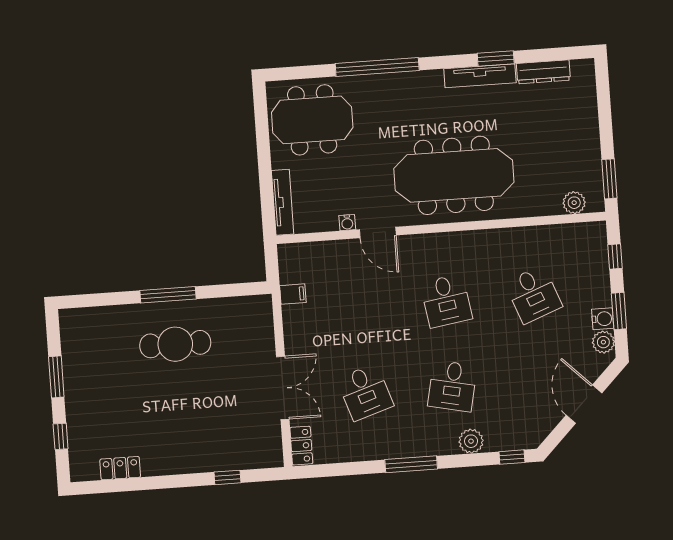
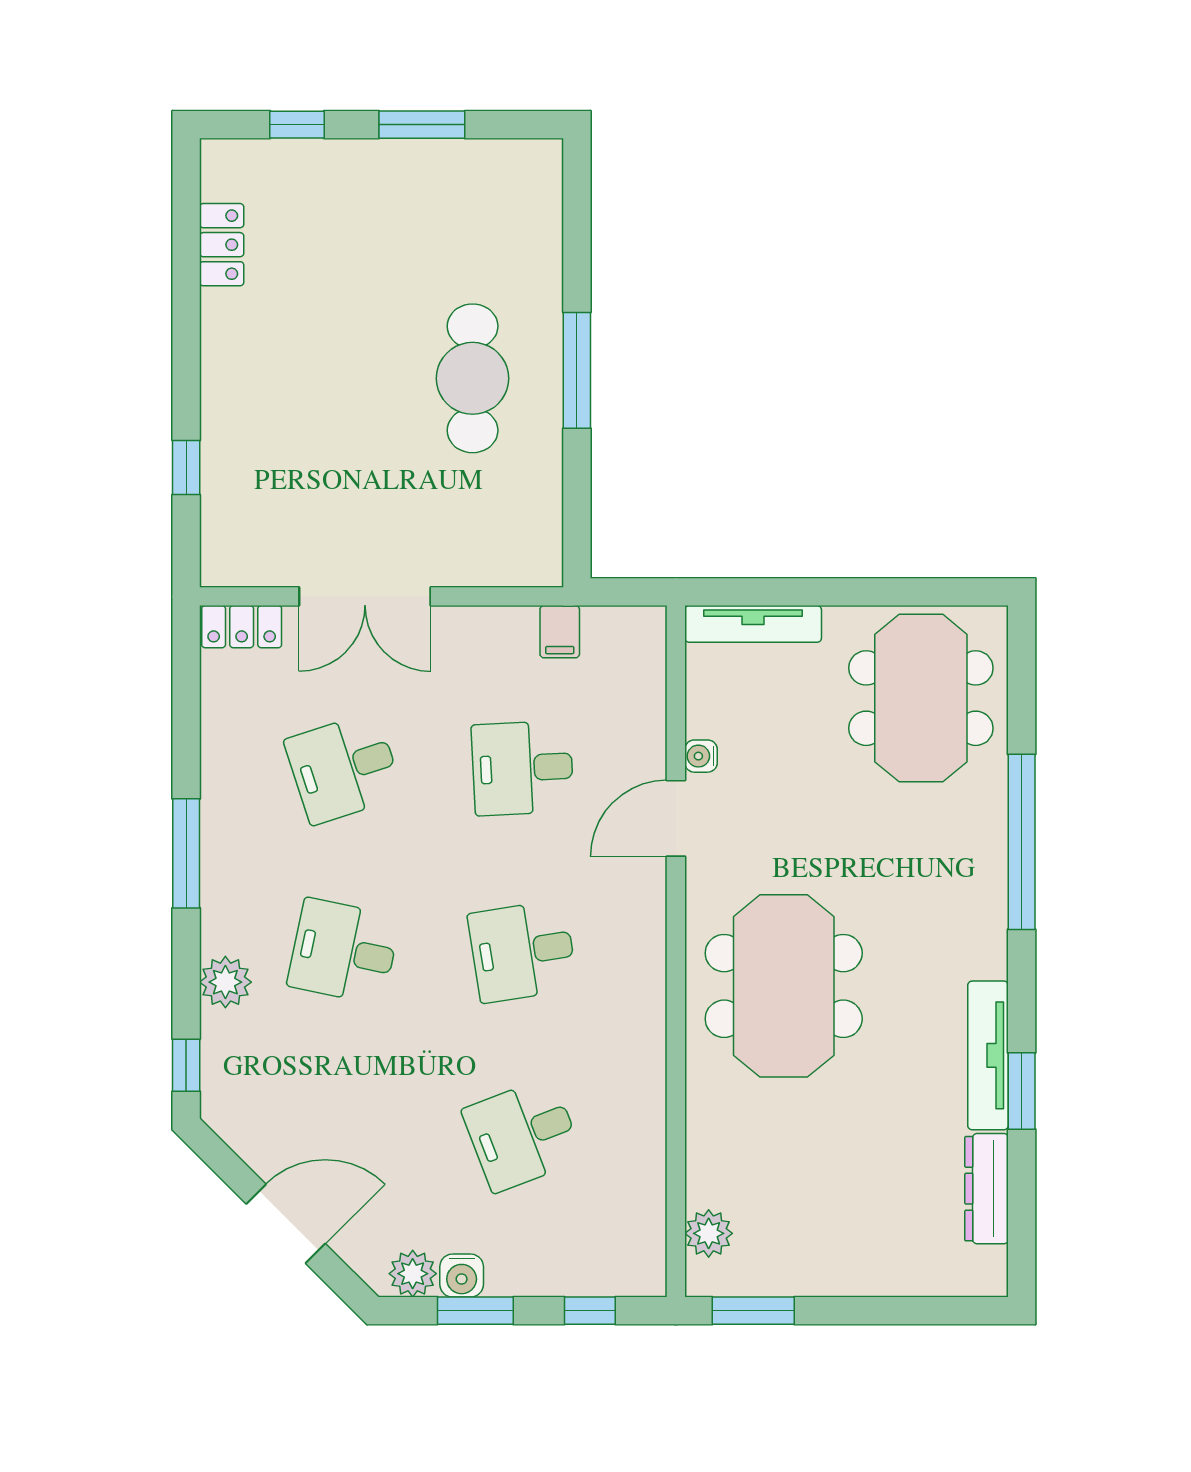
meeting table: (454, 175) -> (784, 986), width x0.73
desk: (359, 307) -> (523, 768), added

